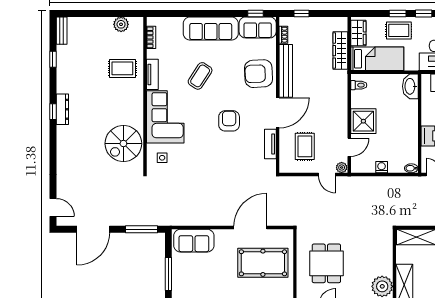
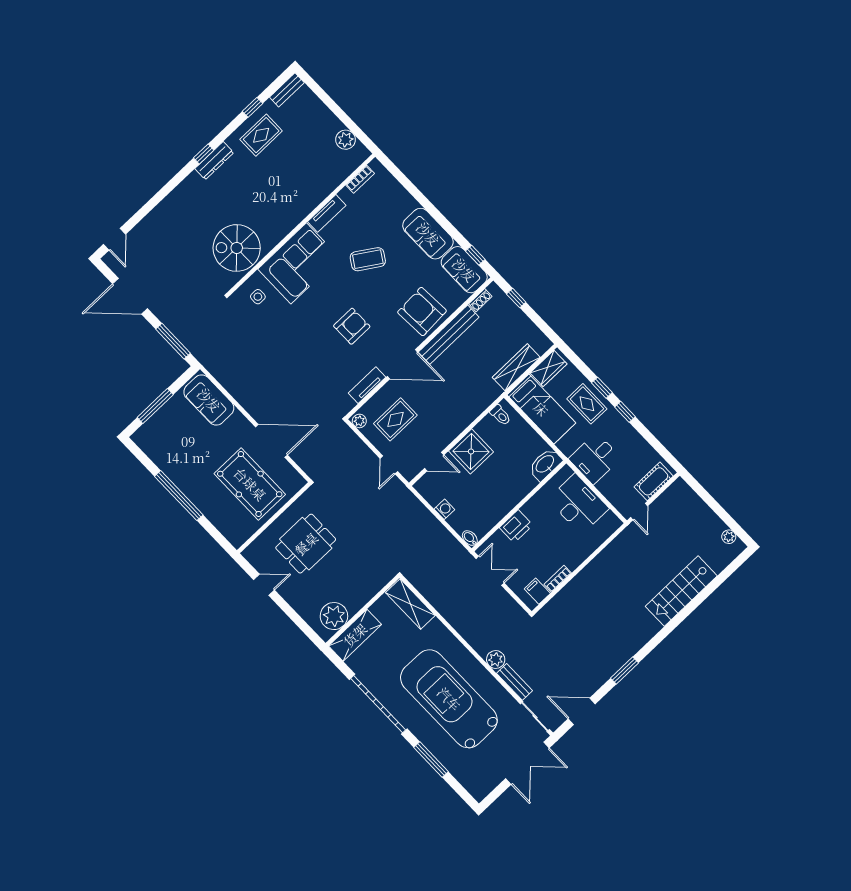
sofa: (211, 28) -> (428, 234), width x0.73
rug: (122, 68) -> (261, 135), moved, turned 90
plant: (342, 167) -> (359, 421), moved

